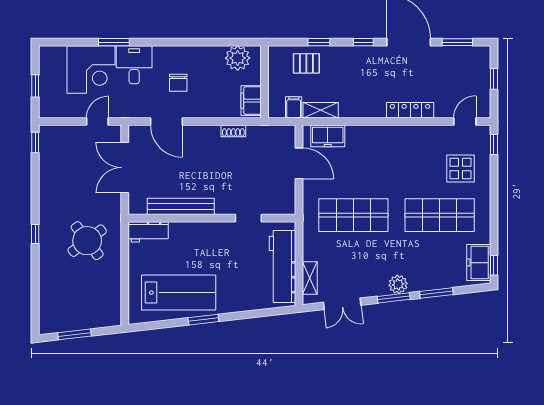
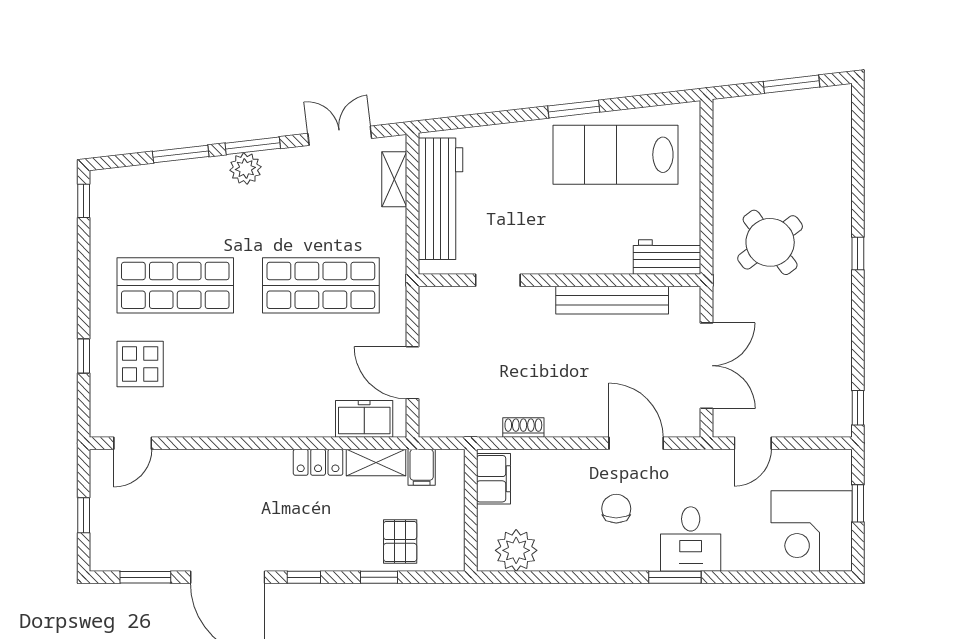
window: (114, 42) -> (675, 577), moved
pallet: (306, 63) -> (400, 541), turned 90
corner desk: (91, 70) -> (812, 531), moved, turned -90
locker: (410, 110) -> (318, 462), moved, width x0.66
window: (494, 145) -> (84, 356), moved
freezer: (479, 263) -> (109, 205), removed

